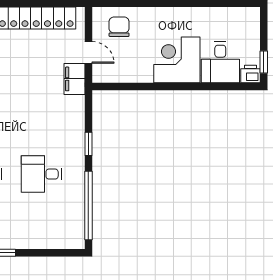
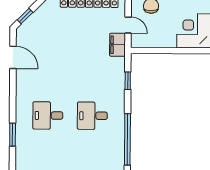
window: (88, 144) -> (128, 81), moved

